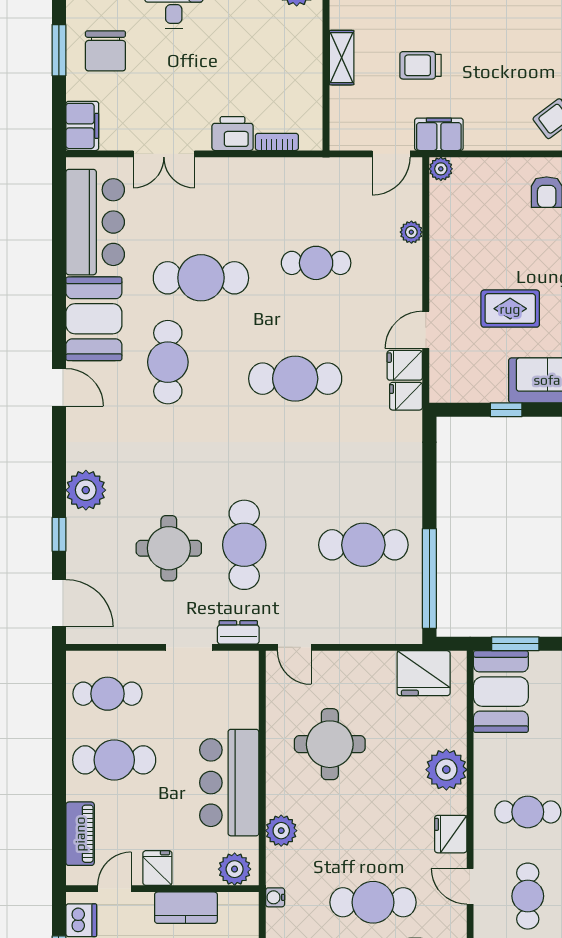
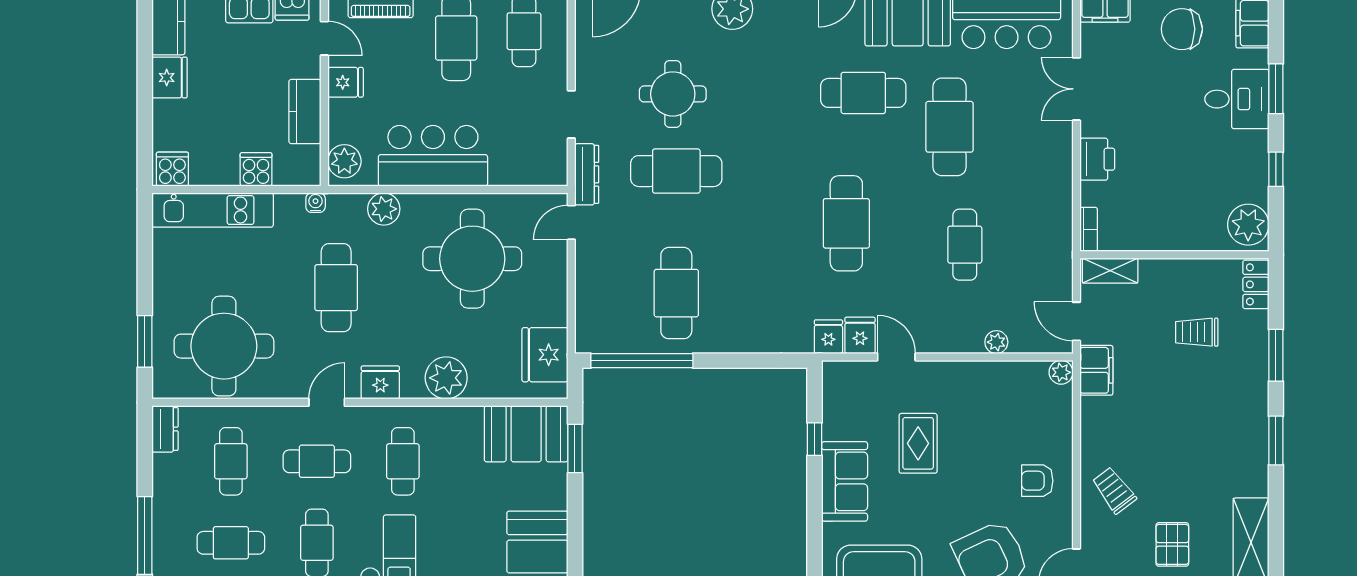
shelving: (342, 58) -> (1110, 271), moved
trolley: (420, 65) -> (1197, 332), moved, turned -90
bookcase: (277, 142) -> (1089, 229), moved
dresser: (238, 632) -> (587, 174), width x1.44
round table: (330, 744) -> (472, 259), width x1.36, depth x1.36
cafe table: (373, 902) -> (336, 288), moved

